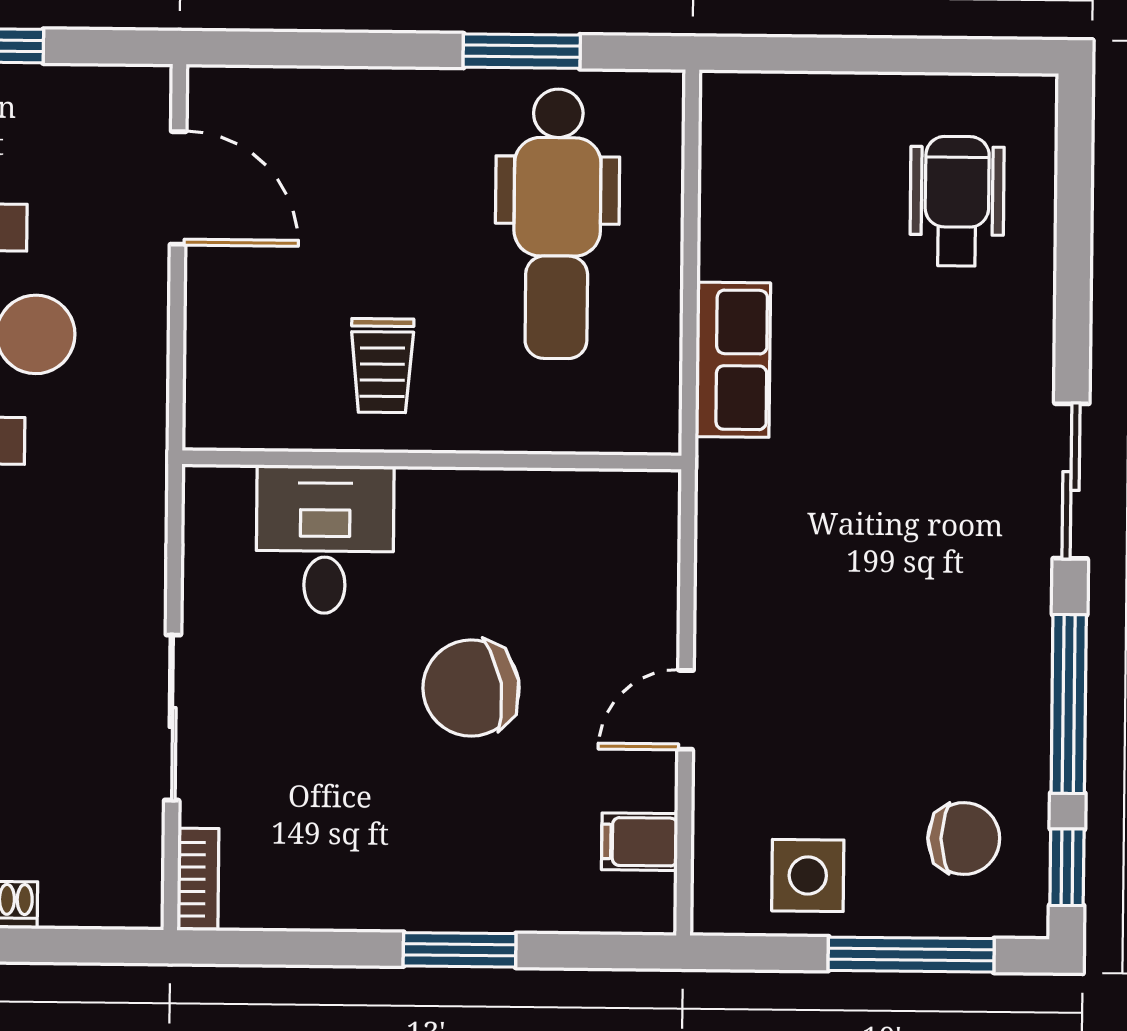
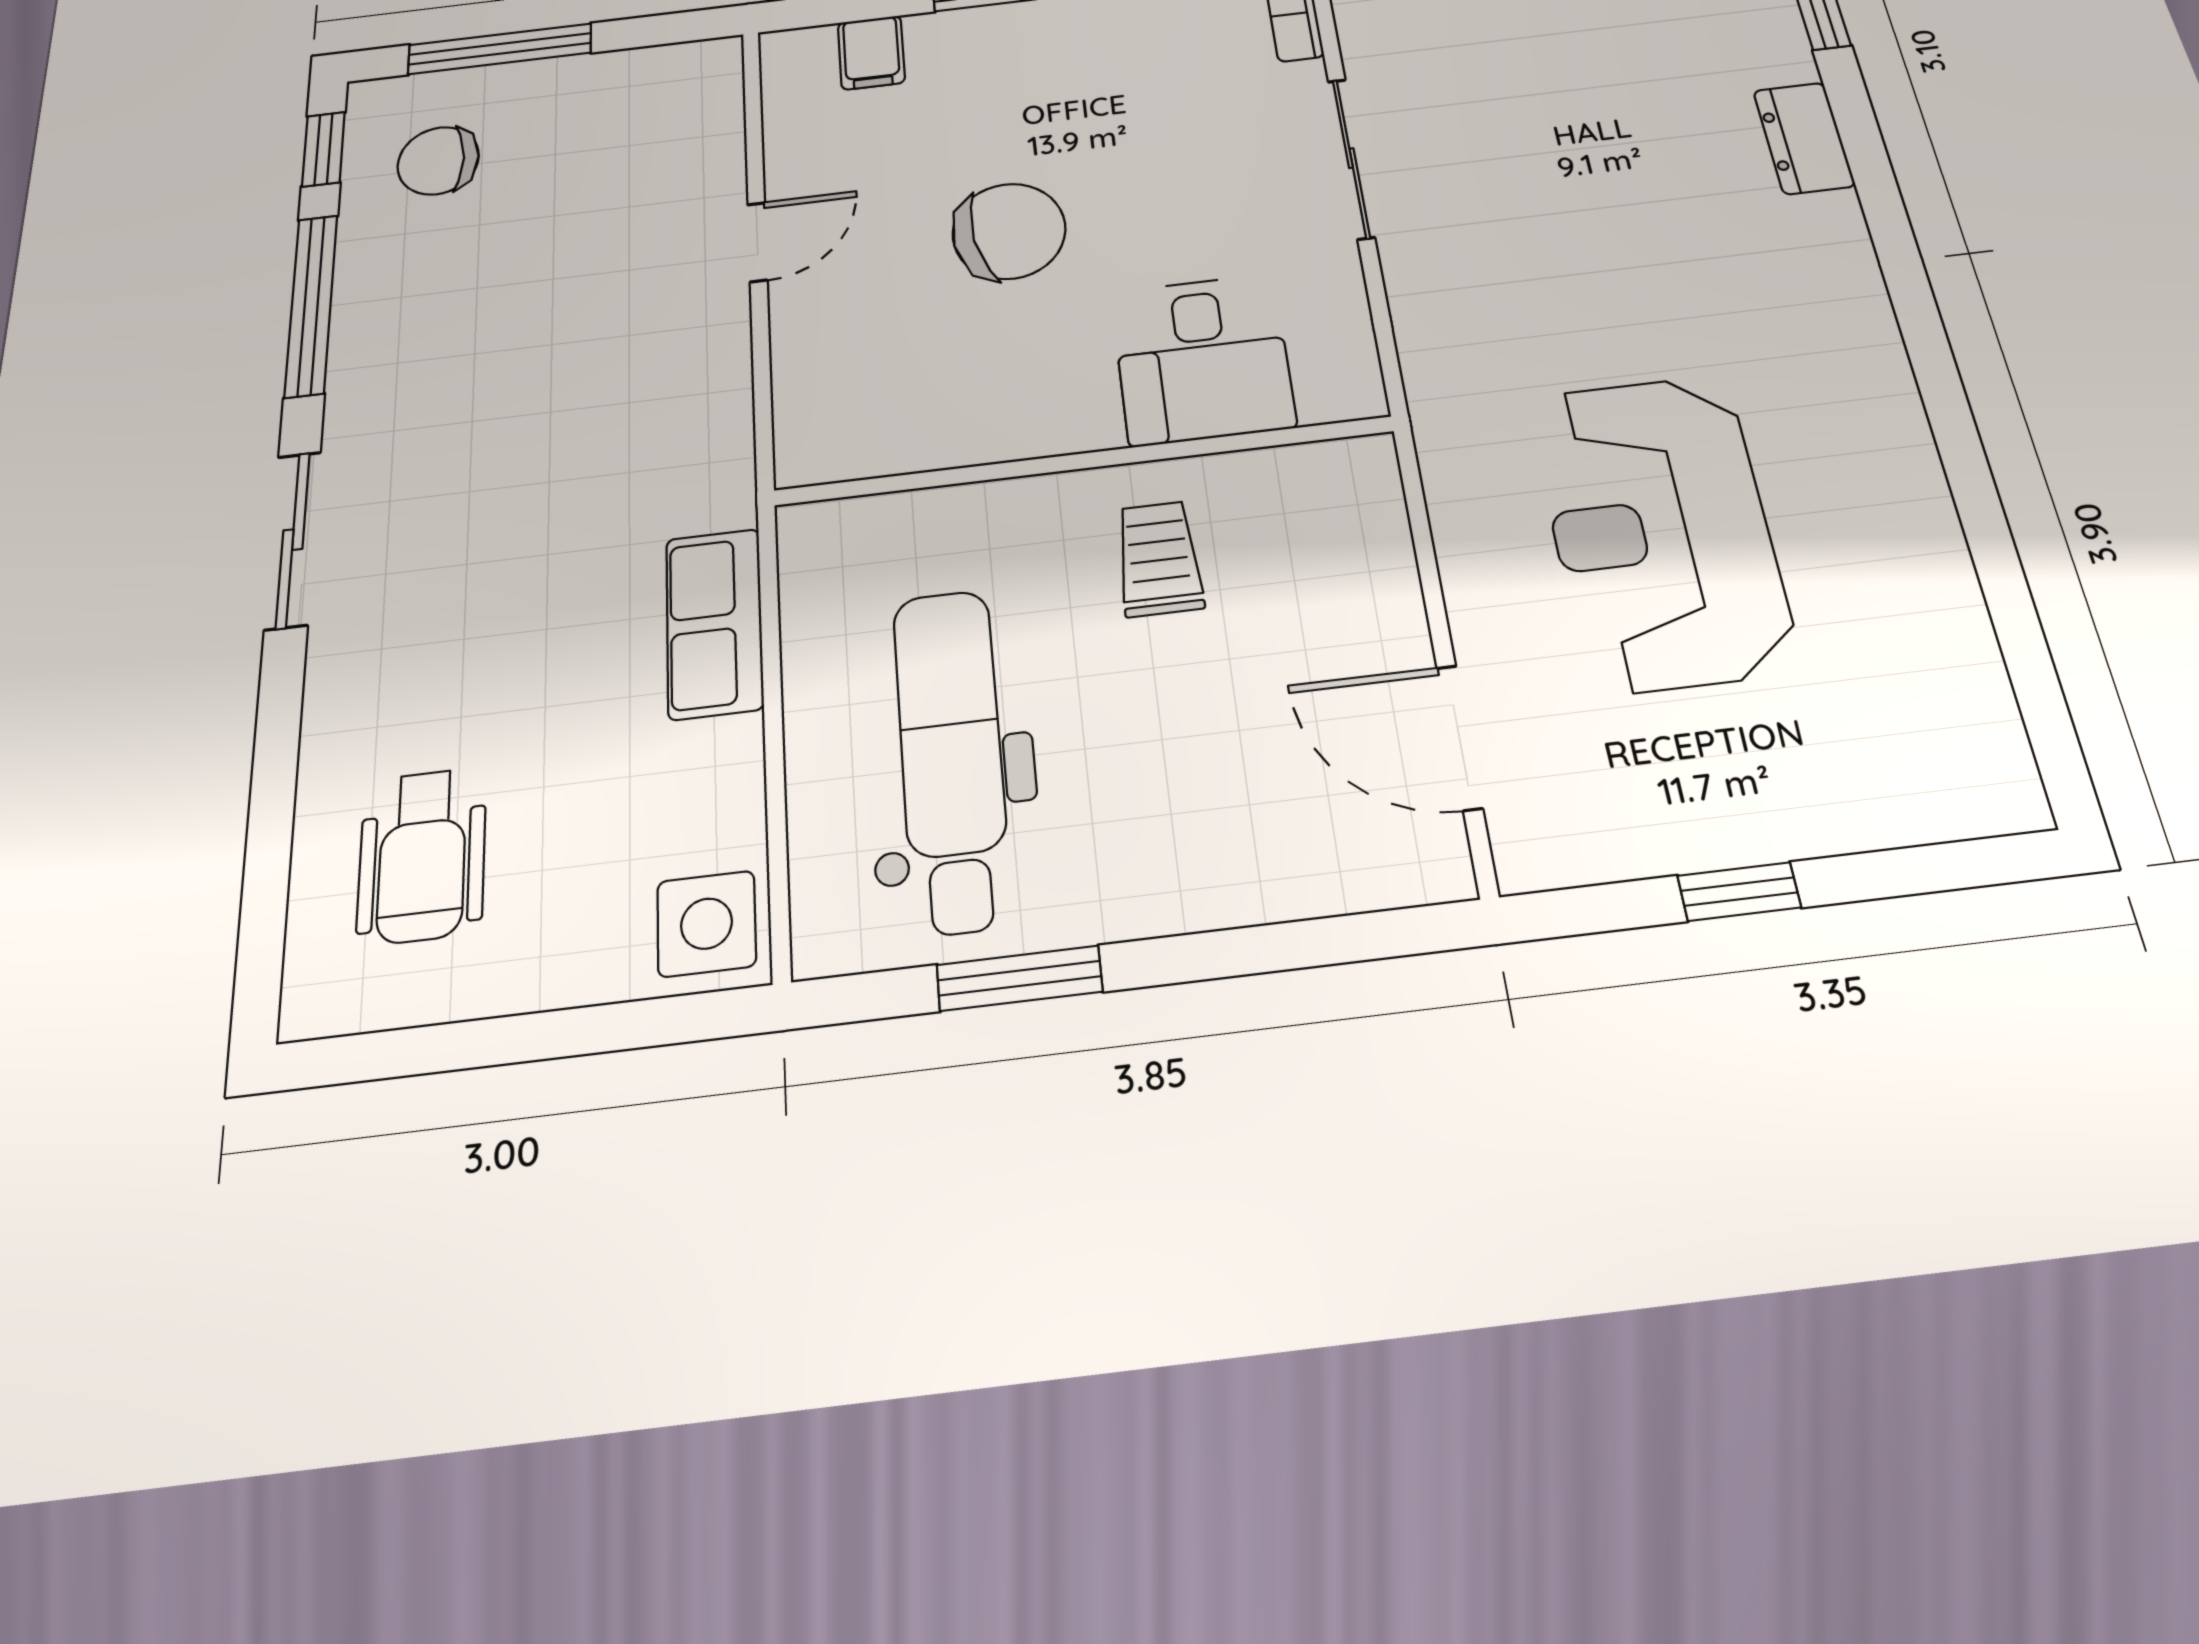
filing cabinet: (640, 842) -> (871, 53), moved, turned 90
side table: (808, 875) -> (706, 924), moved

